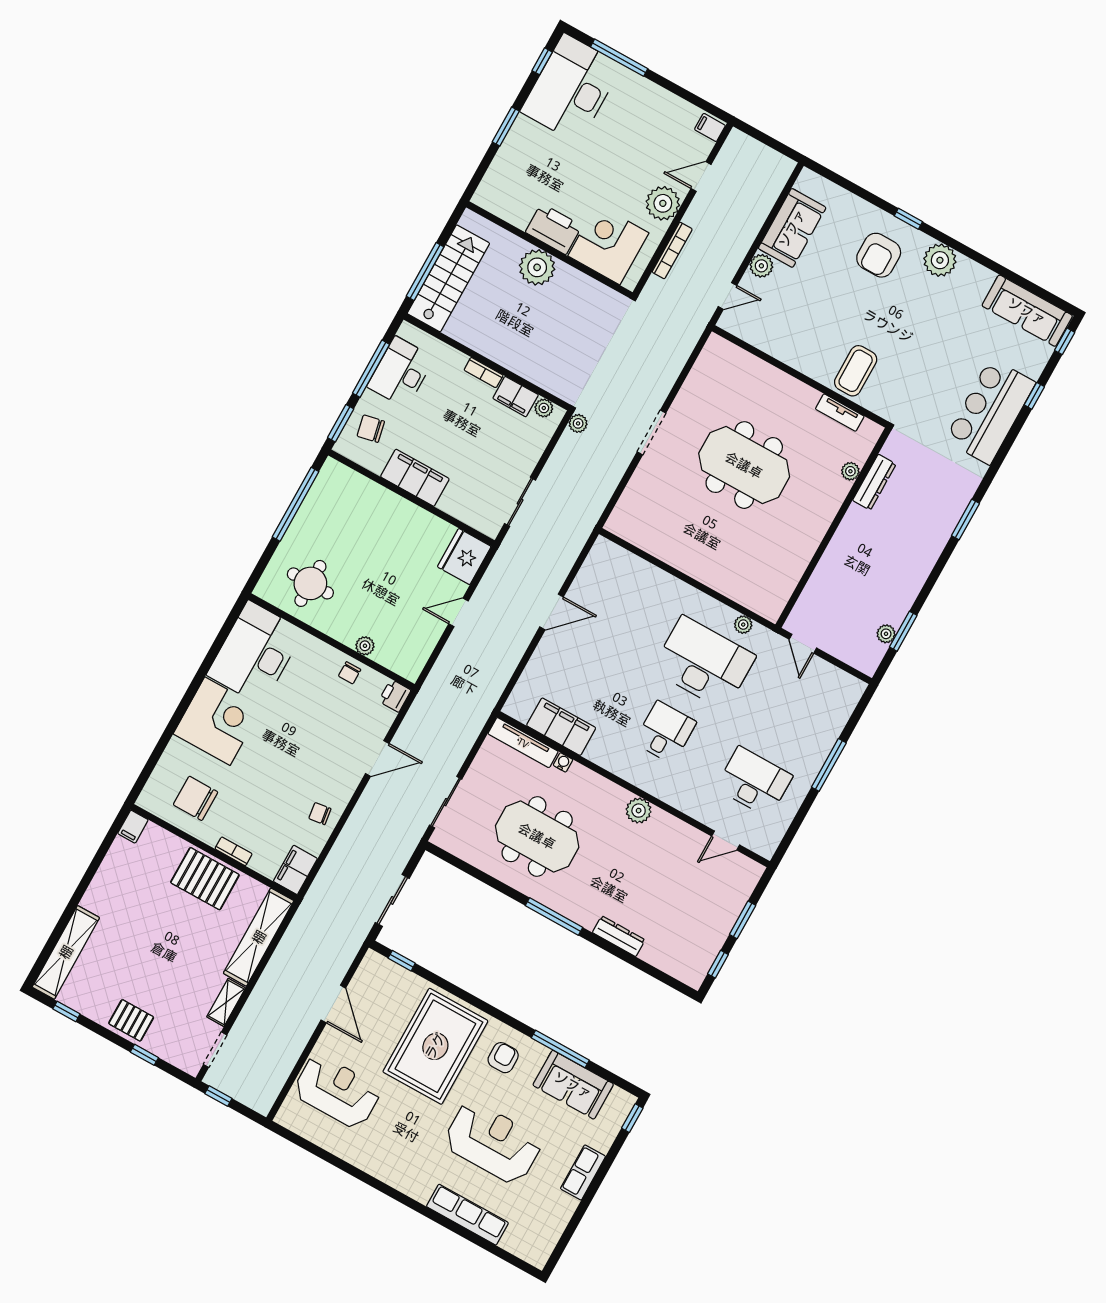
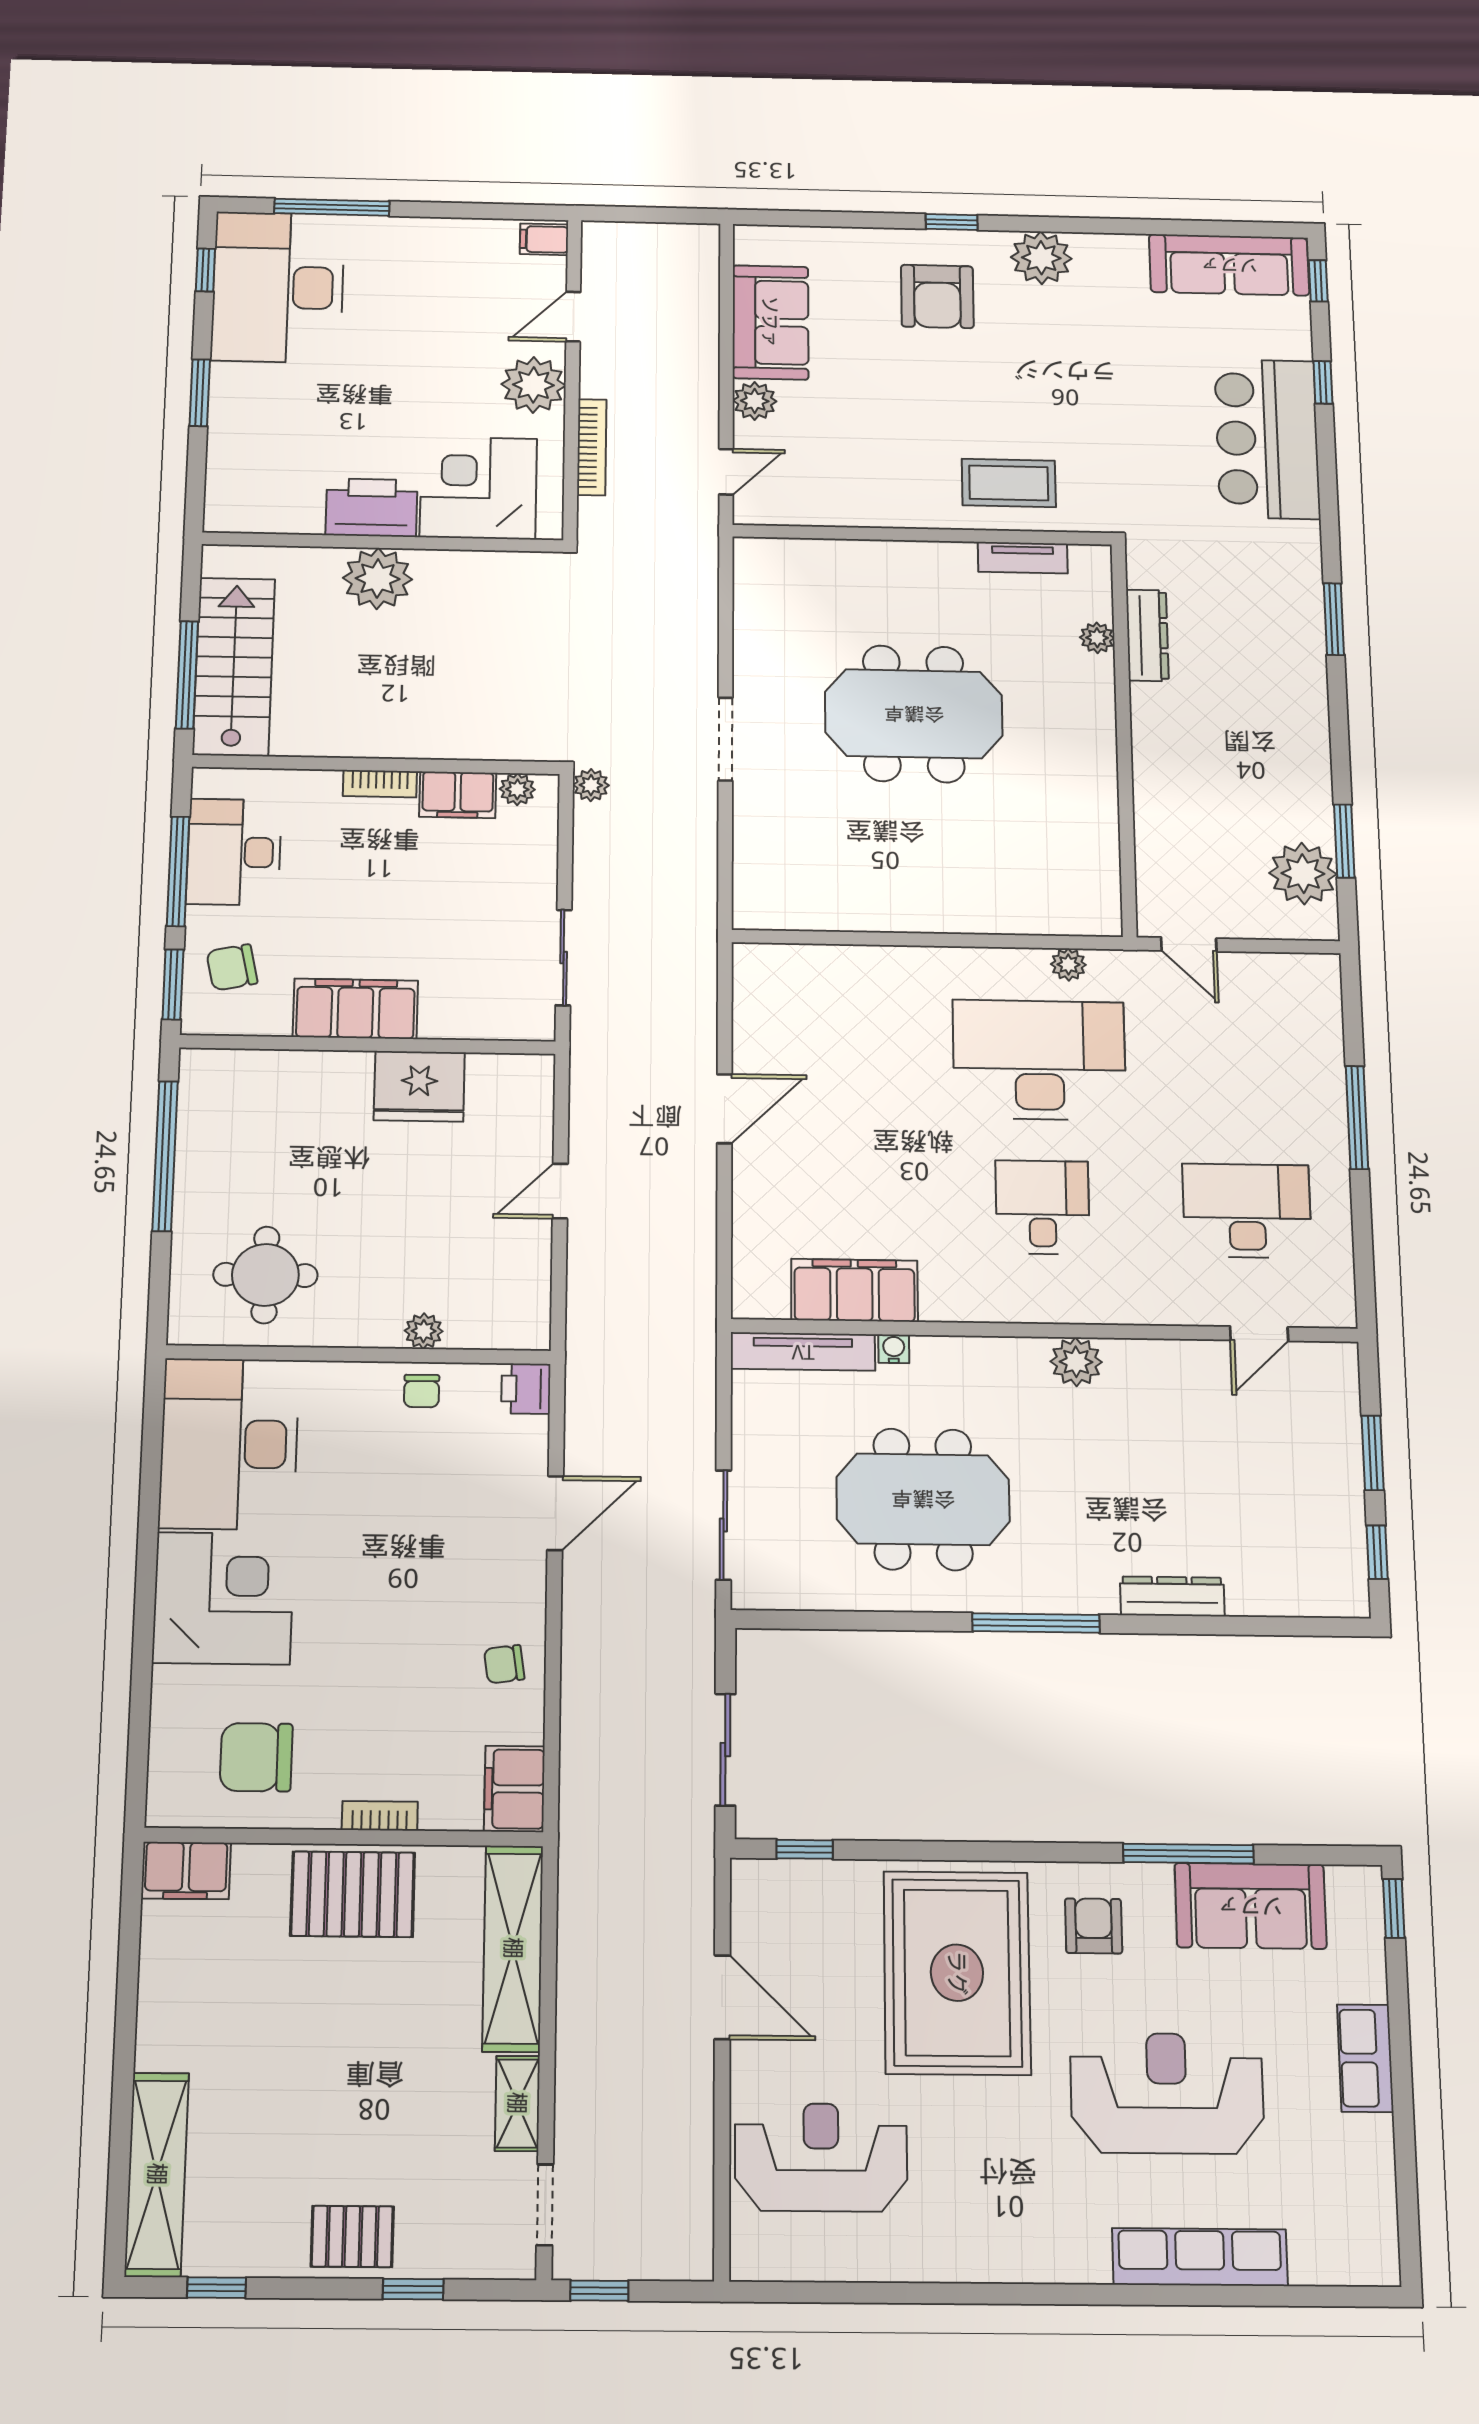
coffee table: (856, 371) -> (1009, 483), turned 90
fridge: (464, 557) -> (419, 1086), moved, turned -90
plant: (886, 634) -> (1303, 874), width x1.88, depth x1.88
filing cabinet: (133, 827) -> (186, 1871), width x2.00

